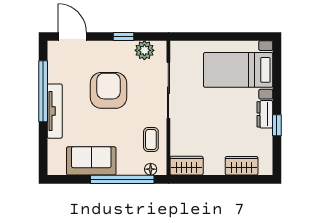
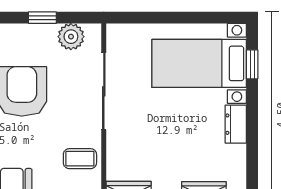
window: (277, 125) -> (252, 64), moved
coffee table: (151, 140) -> (80, 159), turned 90

